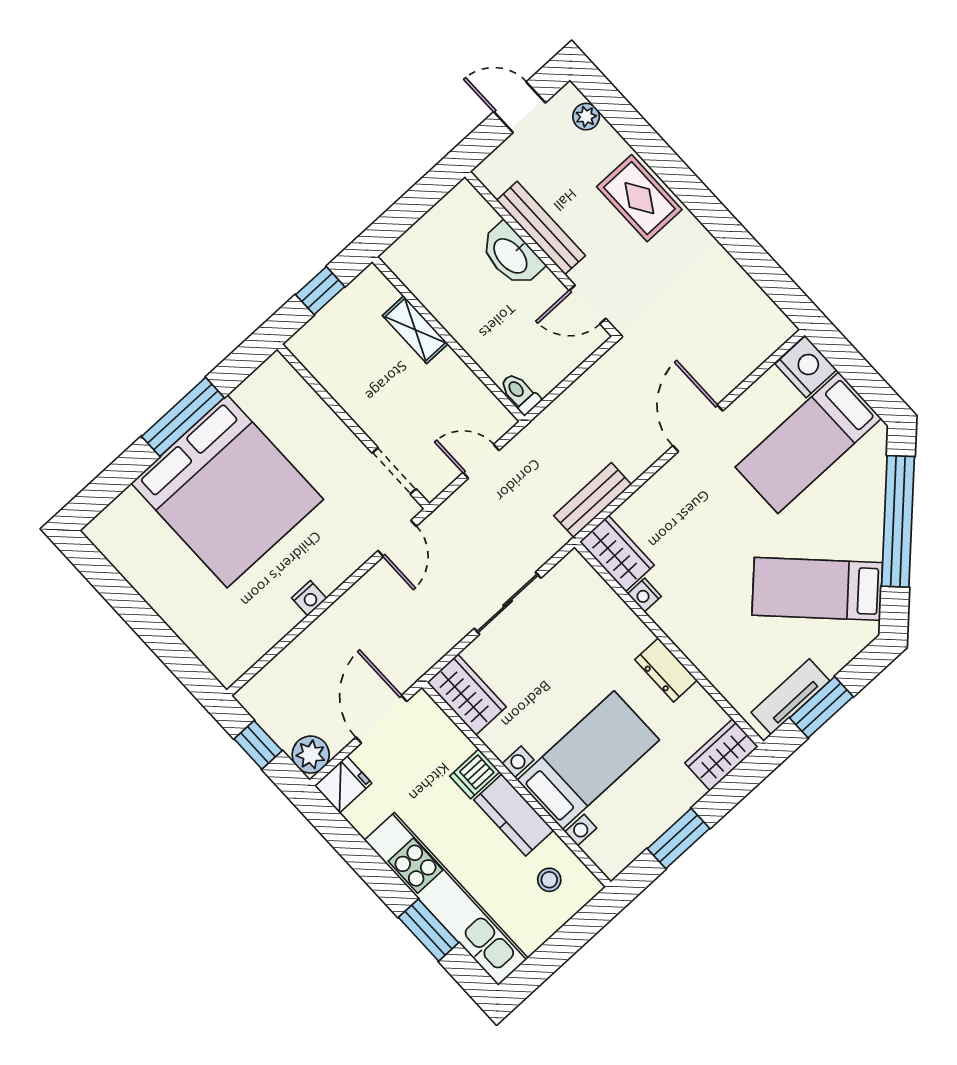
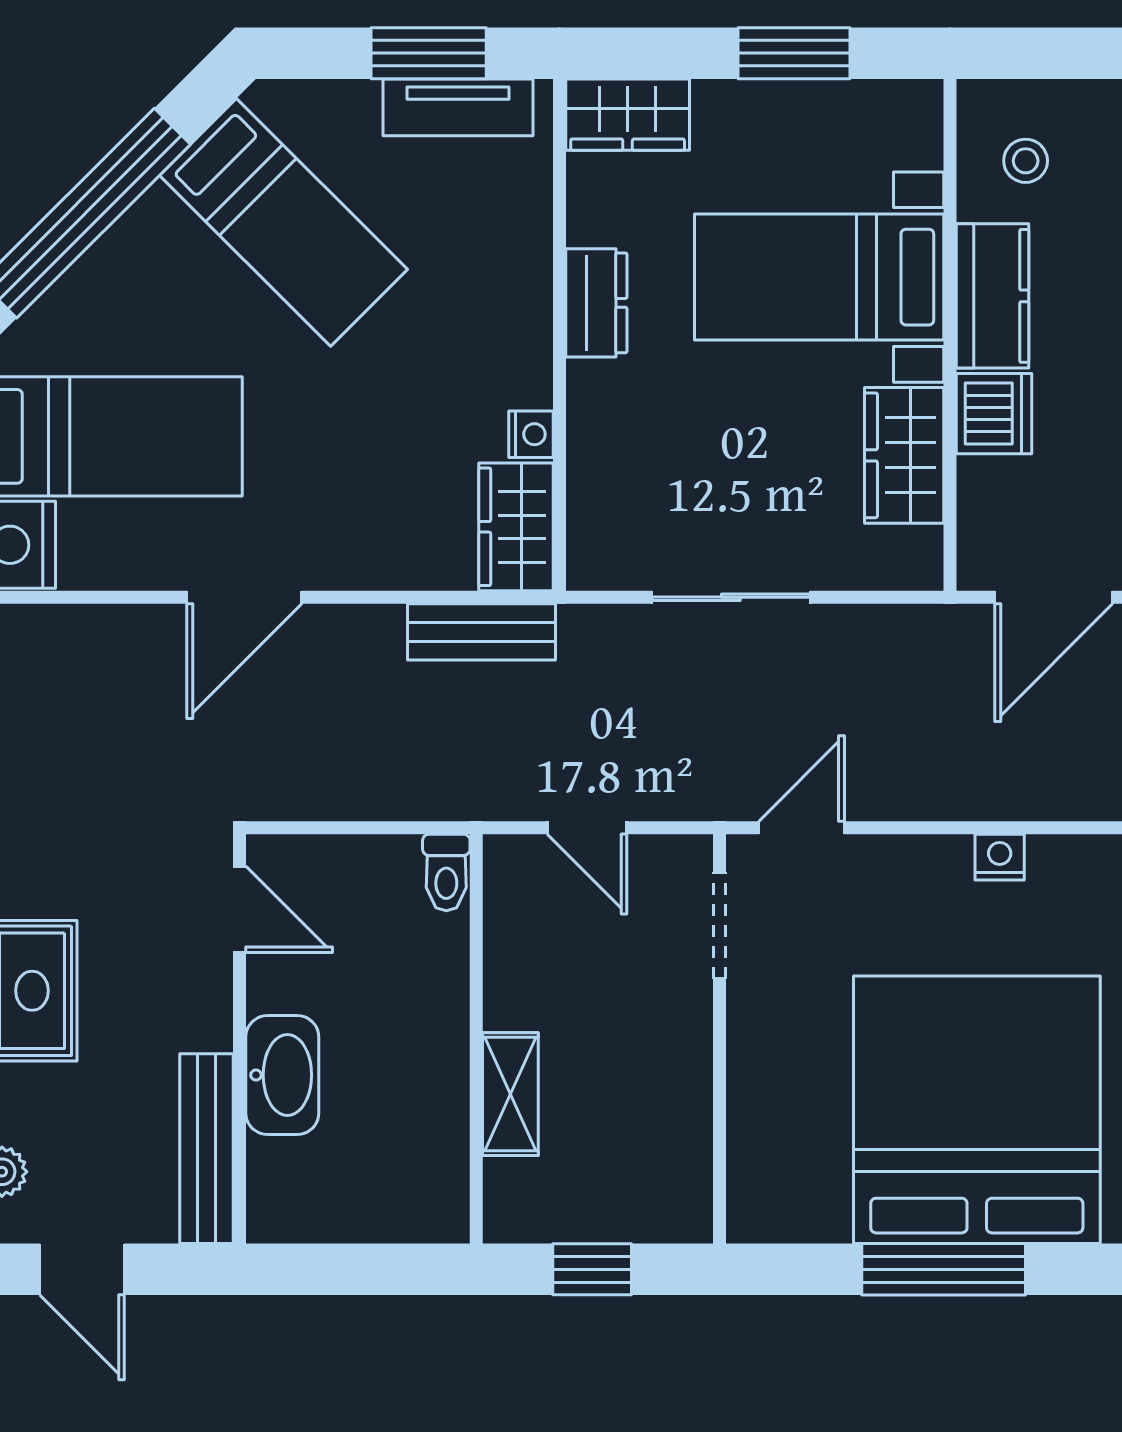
bench: (541, 228) -> (206, 1149), moved
wardrobe: (467, 695) -> (904, 455), moved
dishwasher: (475, 774) -> (994, 414), width x1.38

